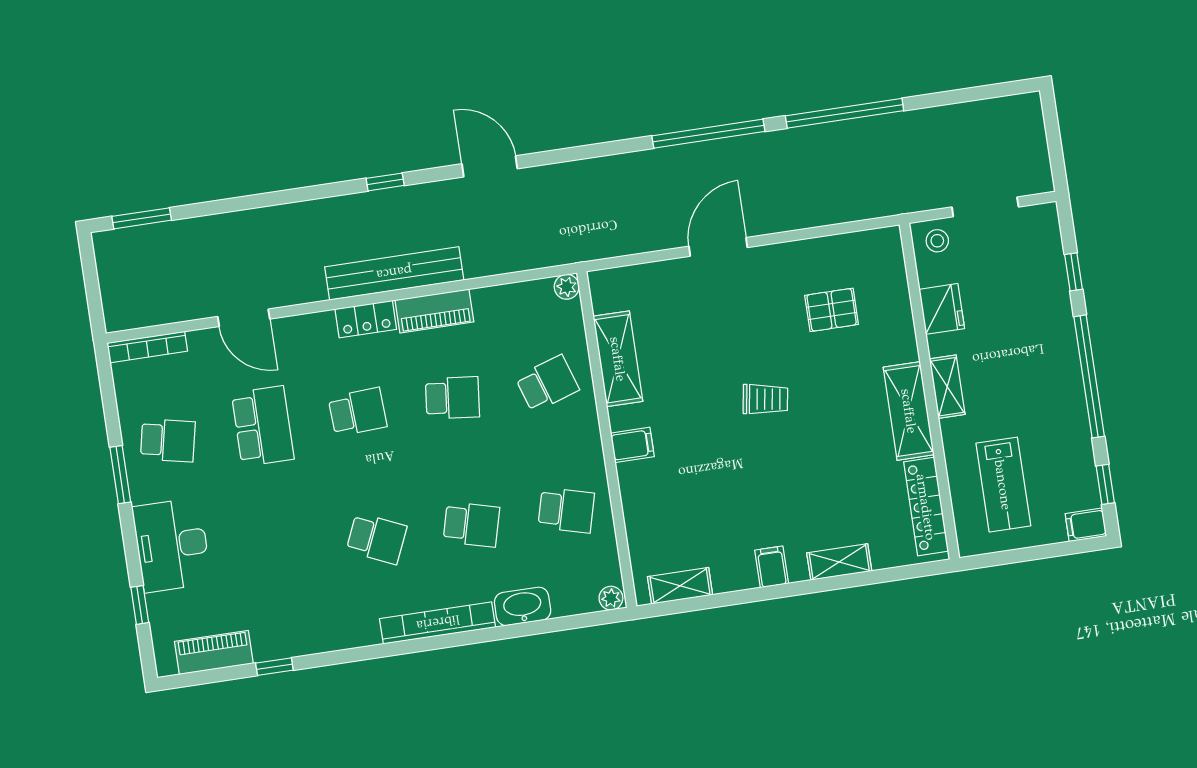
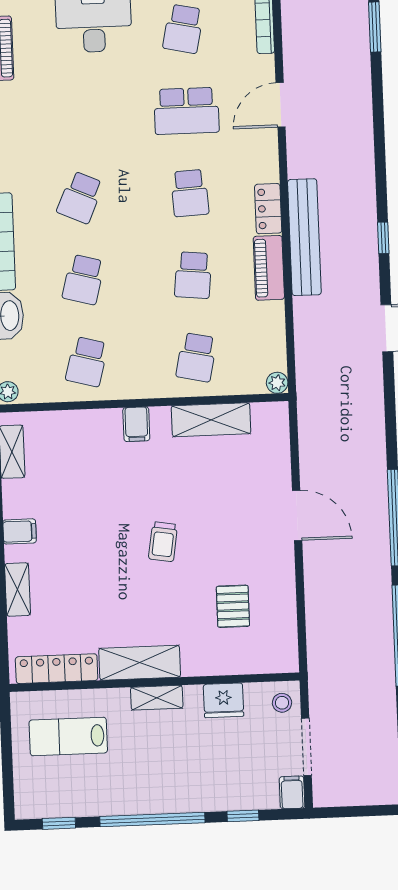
school desk: (547, 384) -> (196, 357), turned 30
filing cabinet: (1086, 525) -> (292, 792), moved

